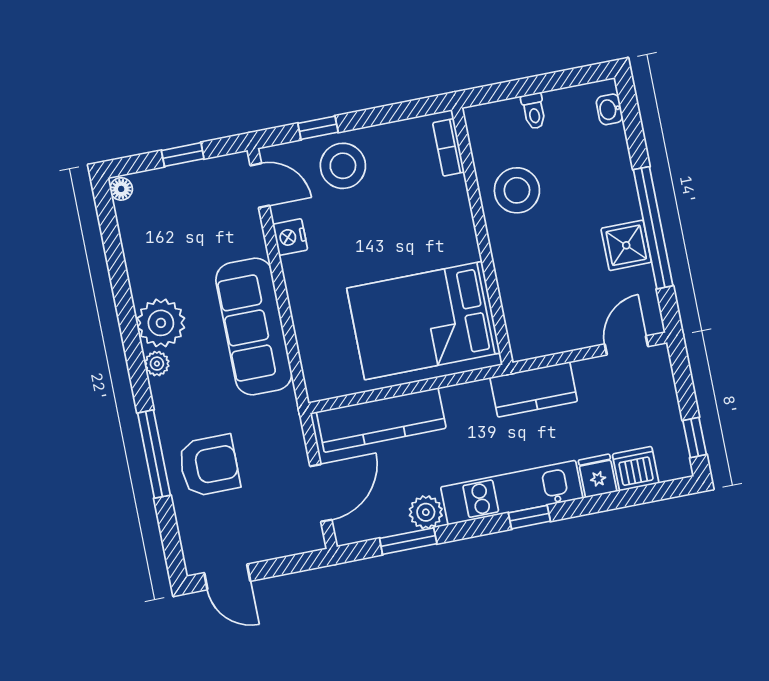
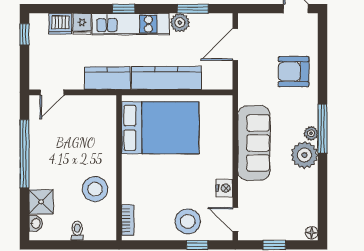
shower: (626, 245) -> (41, 202), moved
kitchen counter: (381, 420) -> (166, 78), moved
window: (154, 454) -> (322, 129), moved

